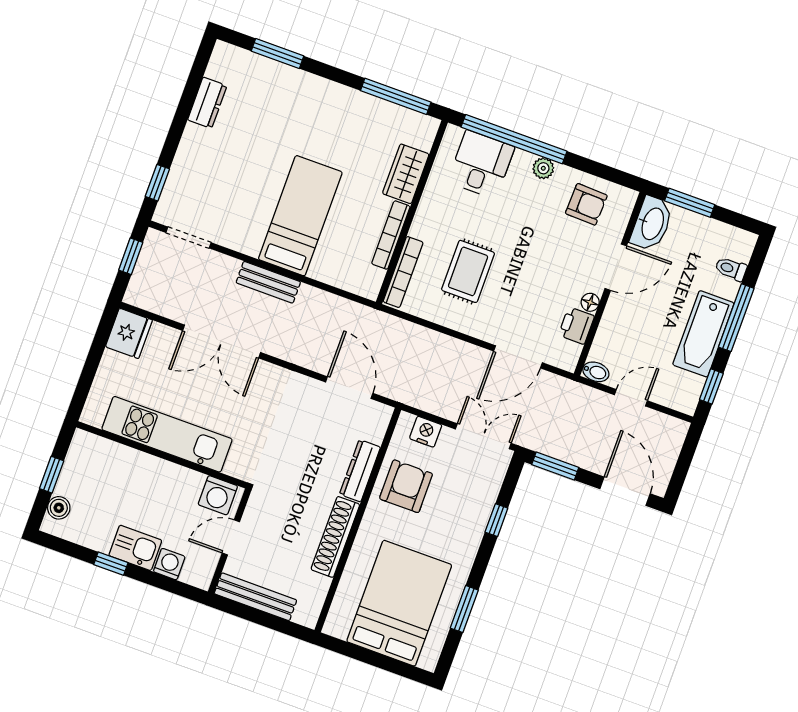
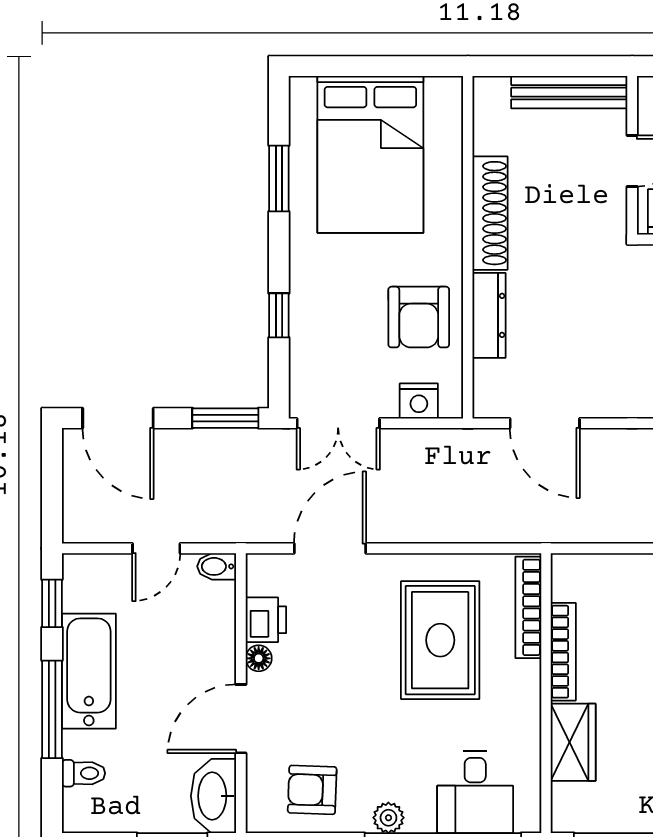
rug: (468, 271) -> (440, 640), width x1.36, depth x1.43

